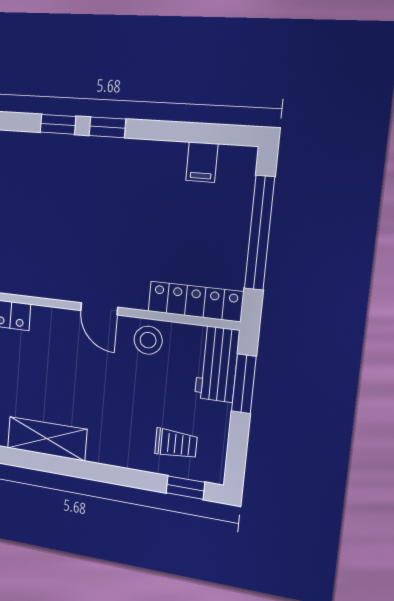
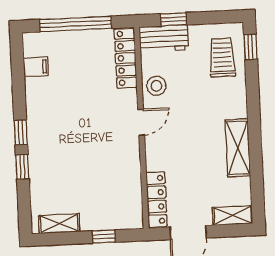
window: (244, 384) -> (174, 19), width x0.67
trolley: (176, 444) -> (222, 58), width x1.36, depth x1.39

